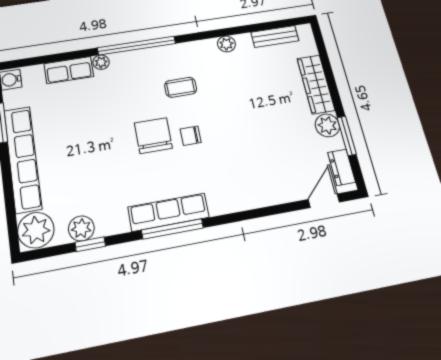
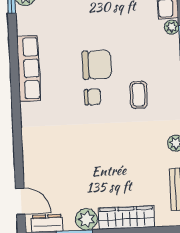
chair: (191, 136) -> (93, 97), turned 90
window: (172, 229) -> (14, 70), removed

